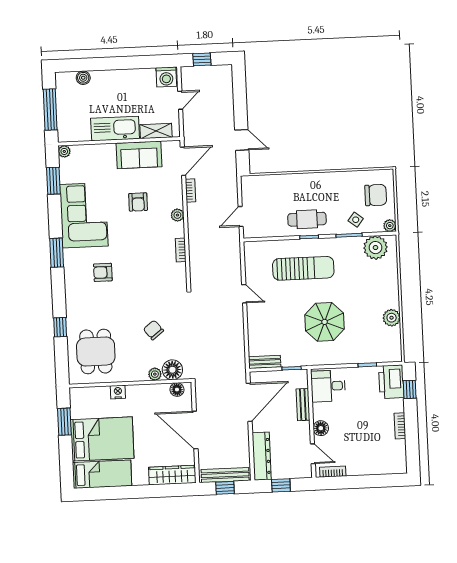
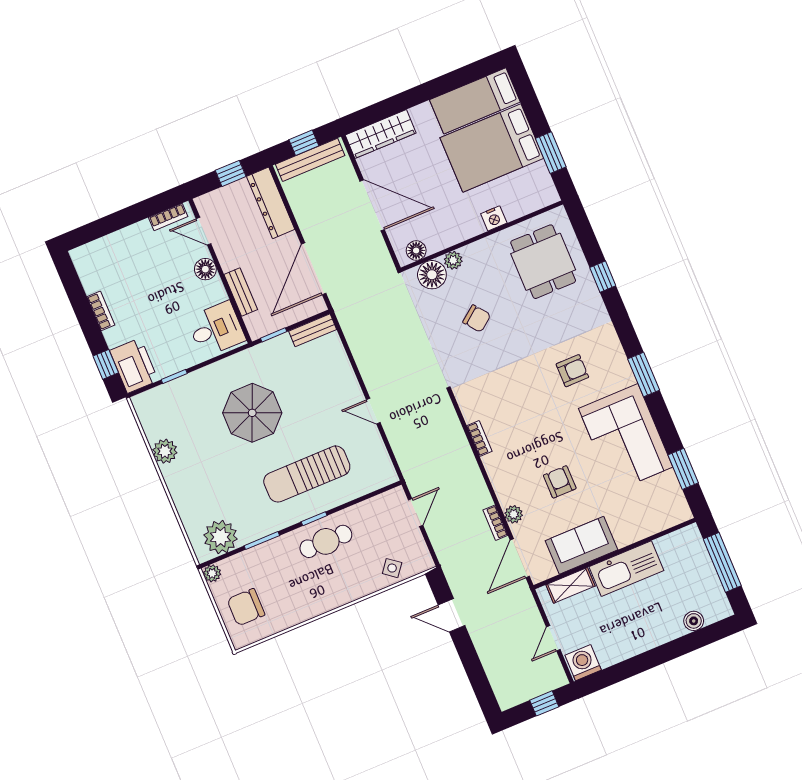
plant: (64, 151) -> (683, 513), removed
plant: (177, 215) -> (514, 514), moved
side table: (356, 220) -> (392, 568), moved

